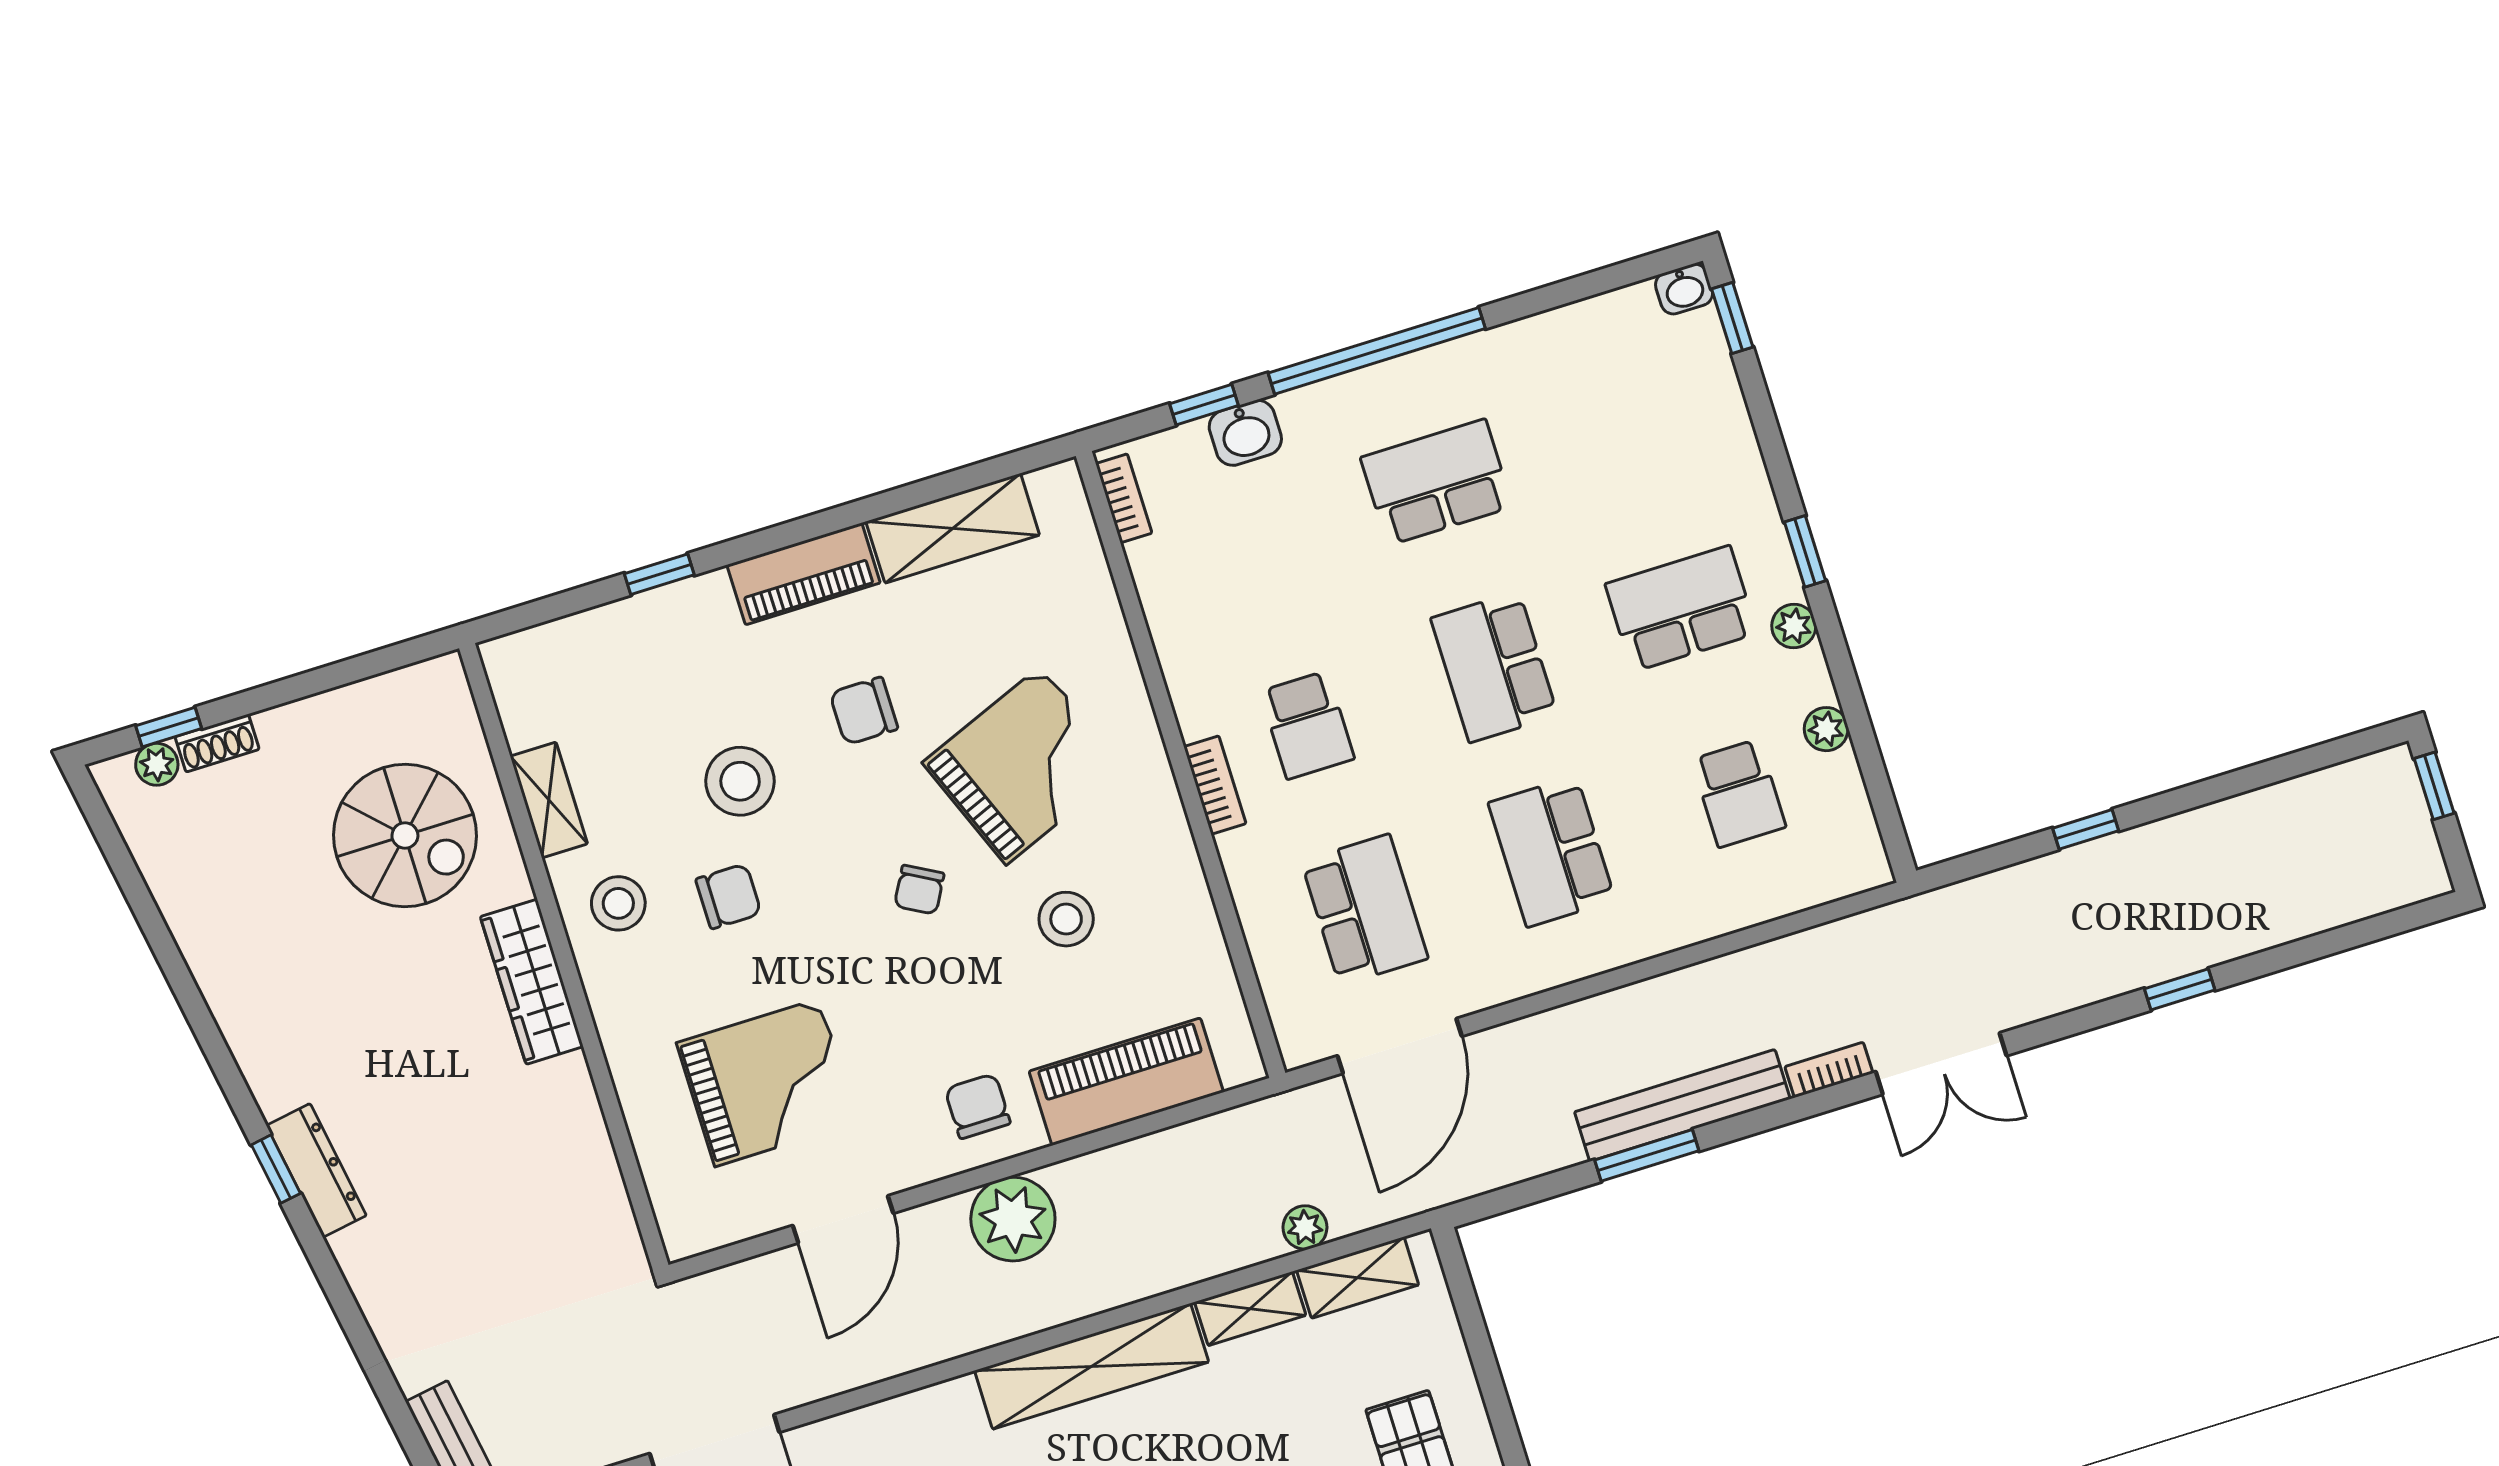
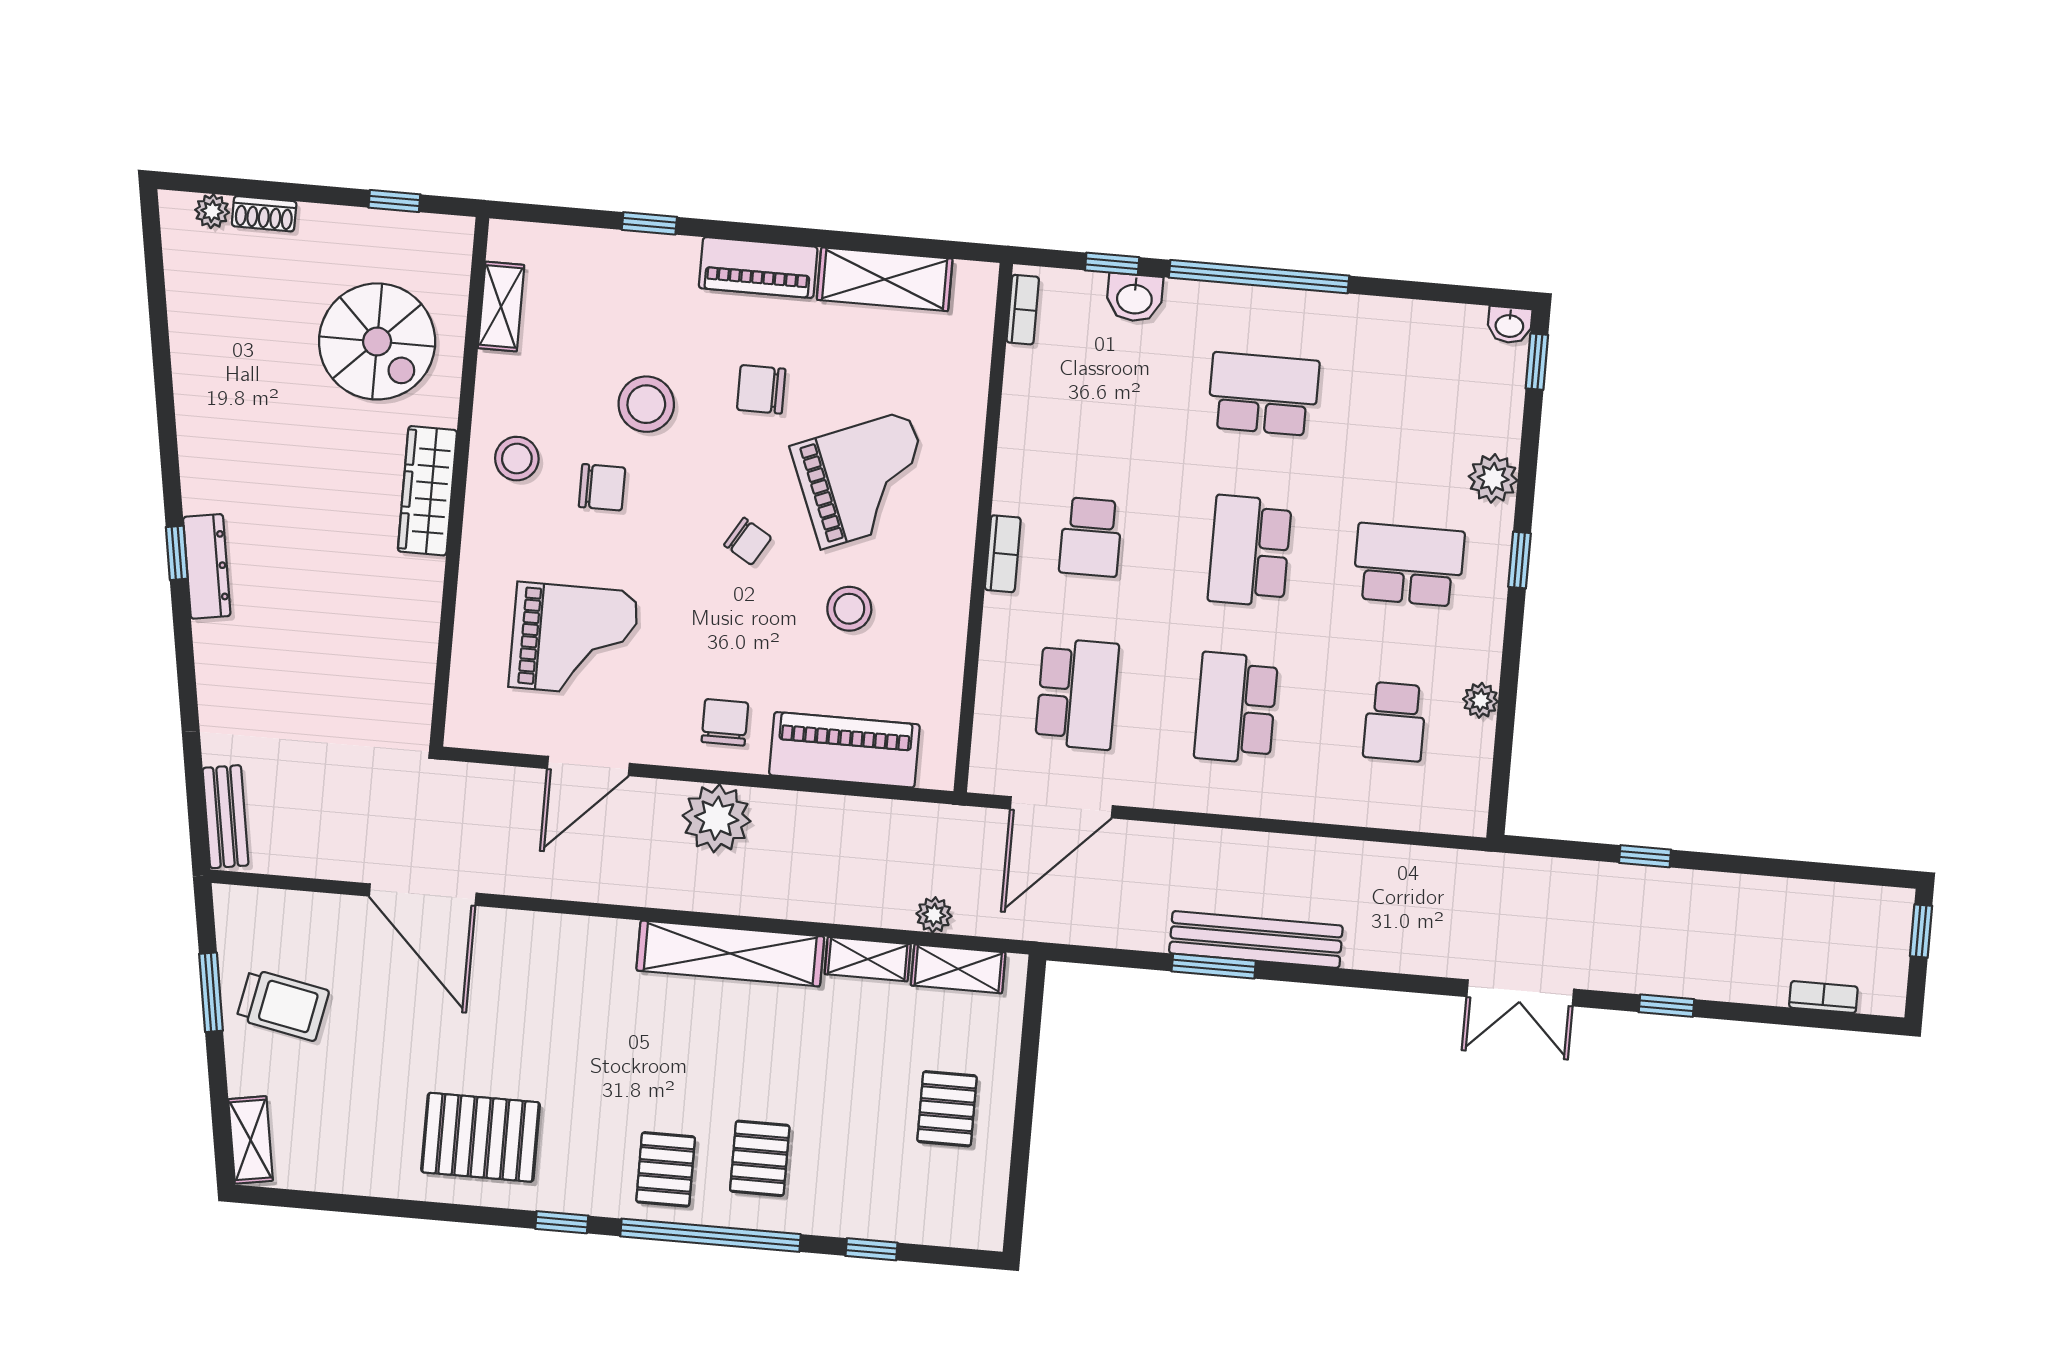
plant: (1794, 626) -> (1493, 478), moved, width x1.38, depth x1.38
window: (169, 727) -> (394, 201), moved
shelving: (549, 800) -> (501, 307), moved
chair: (919, 890) -> (748, 541), turned -88
double door: (1941, 1064) -> (1520, 993), moved
bookcase: (1829, 1070) -> (1823, 997), moved

